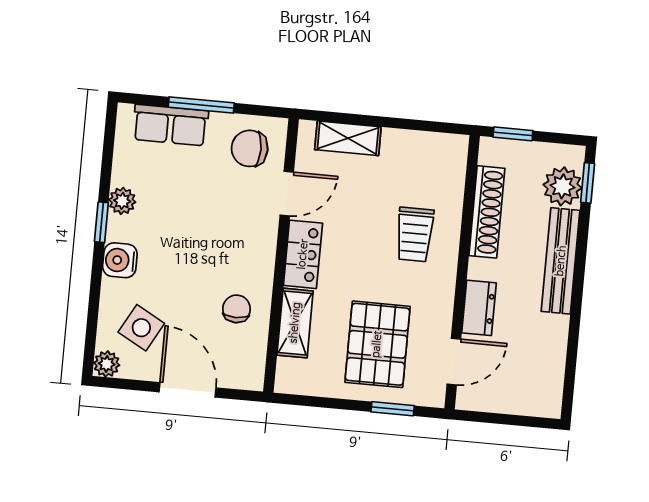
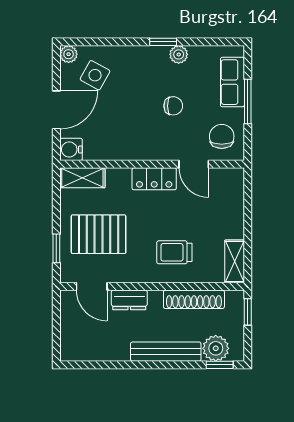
shelving: (348, 138) -> (235, 261), moved
water cooler: (120, 260) -> (71, 149), moved, turned -90
chair: (236, 309) -> (173, 106), moved
shelving: (295, 323) -> (82, 178), moved

